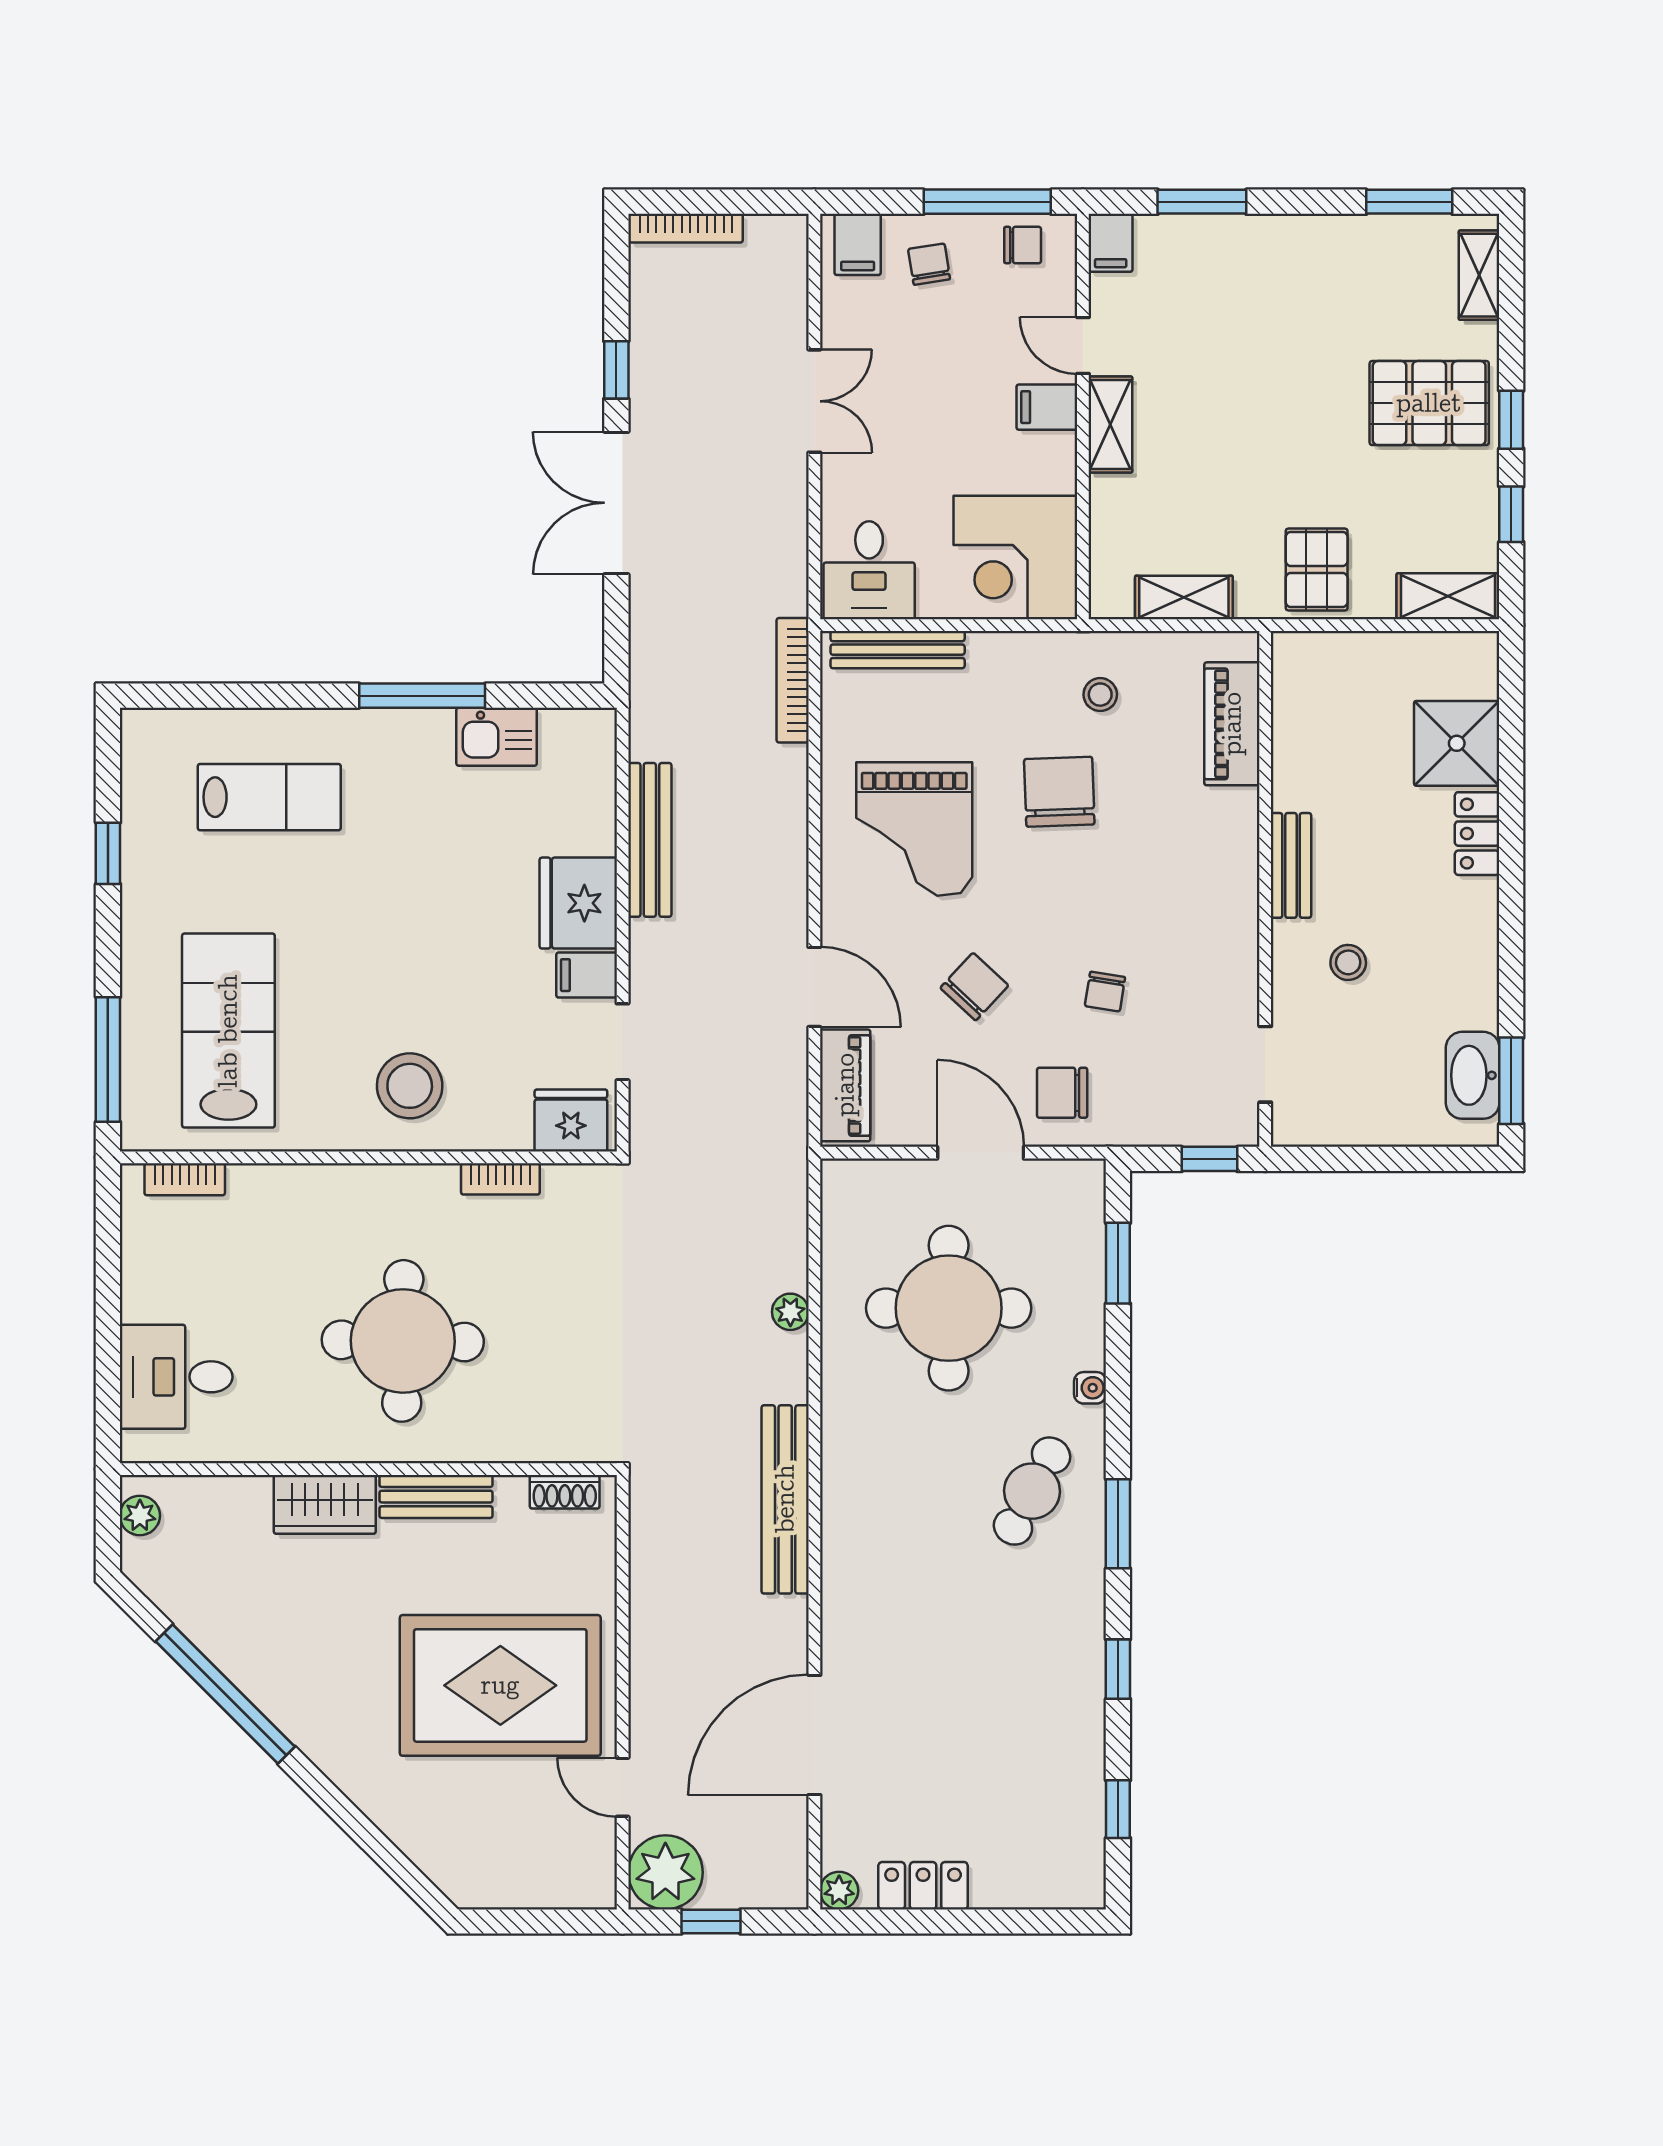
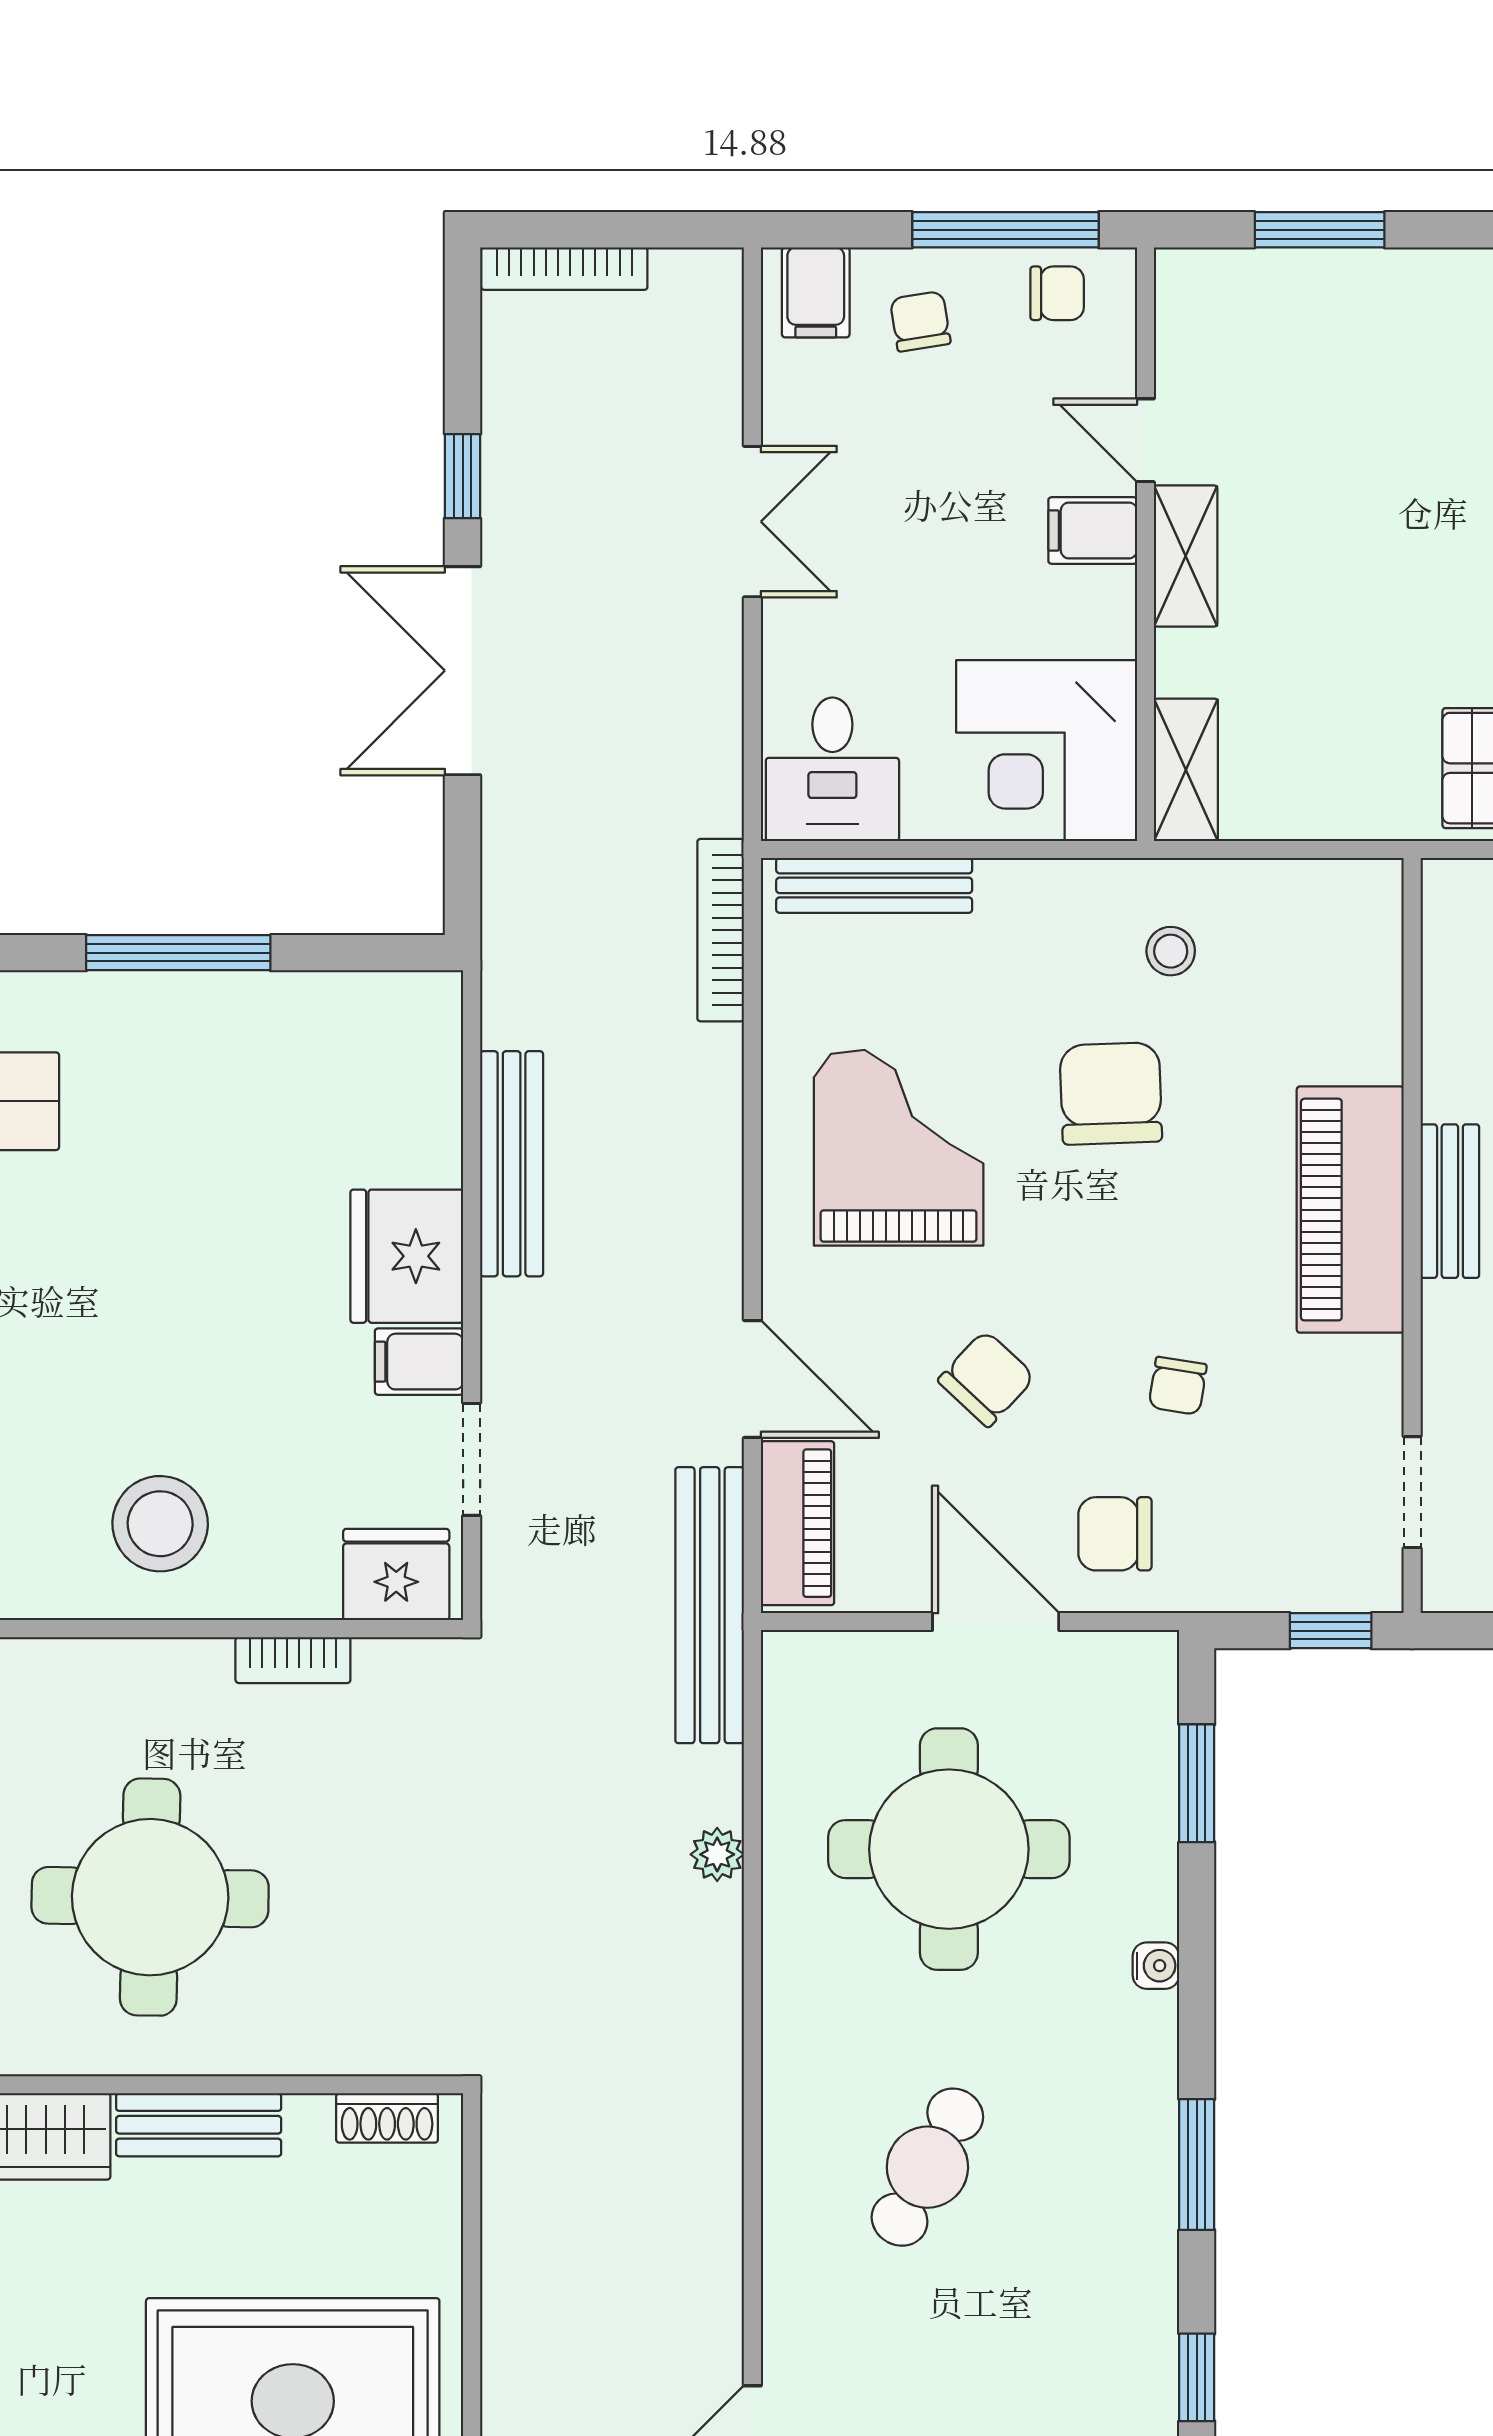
filing cabinet: (1111, 243) -> (1186, 290), removed
shelving: (1184, 597) -> (1186, 770), moved, turned 90
piano: (1232, 724) -> (1350, 1210), moved, width x1.37, depth x1.33
kitchen sink: (497, 737) -> (287, 1013), removed
grand piano: (914, 829) -> (899, 1148), turned 180
cafe table: (1032, 1491) -> (927, 2167), moved
bench: (785, 1499) -> (710, 1605), moved

